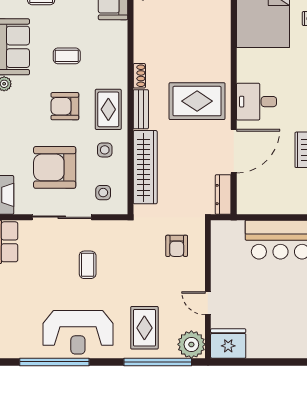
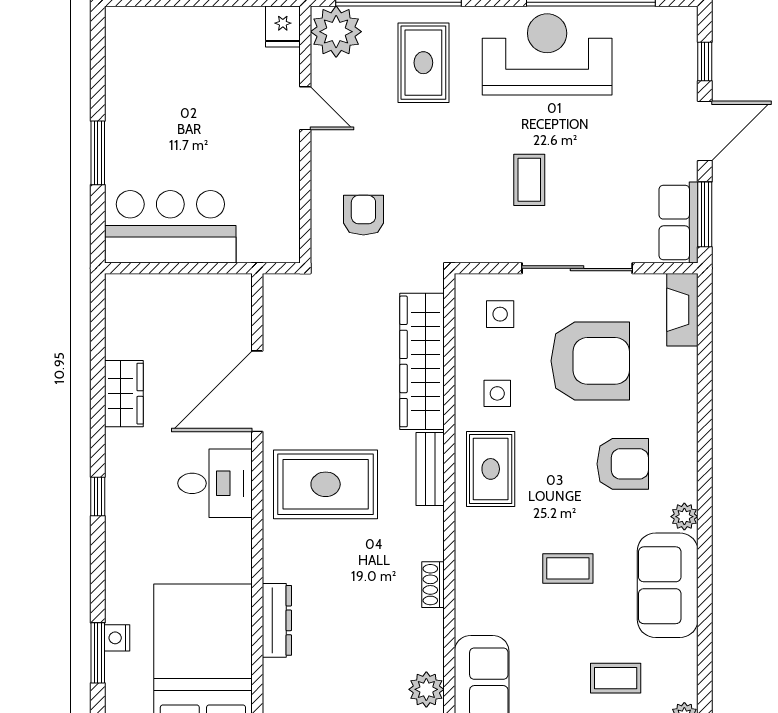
shoe rack: (139, 76) -> (433, 585), moved
armchair: (65, 106) -> (623, 464), moved
dresser: (223, 195) -> (277, 620), moved
fridge: (228, 343) -> (283, 27), width x0.53, depth x0.75

